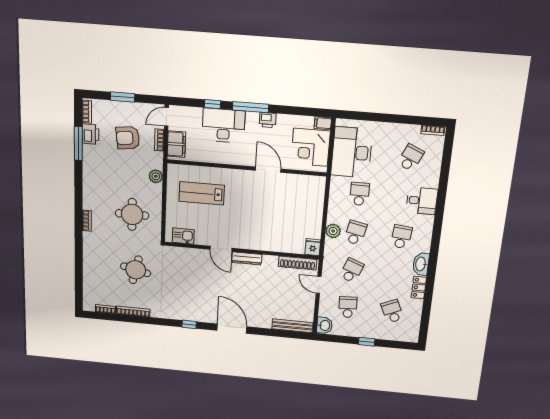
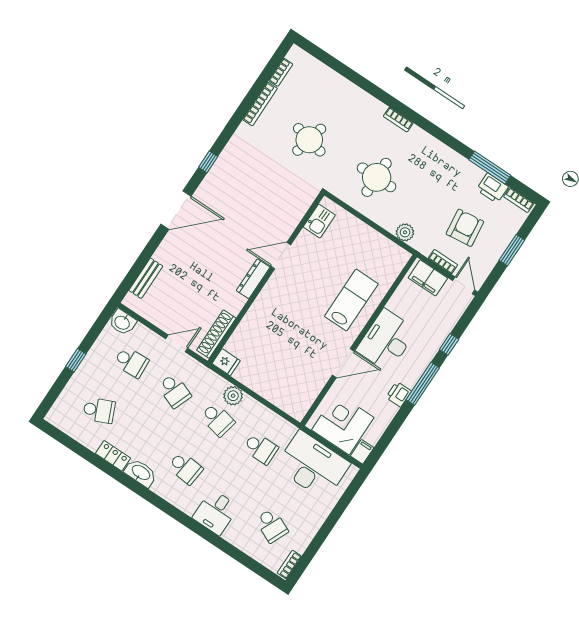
desk: (224, 125) -> (386, 340), moved, turned 180
lab bench: (202, 193) -> (351, 300), moved
bench: (292, 326) -> (146, 278), width x0.73

